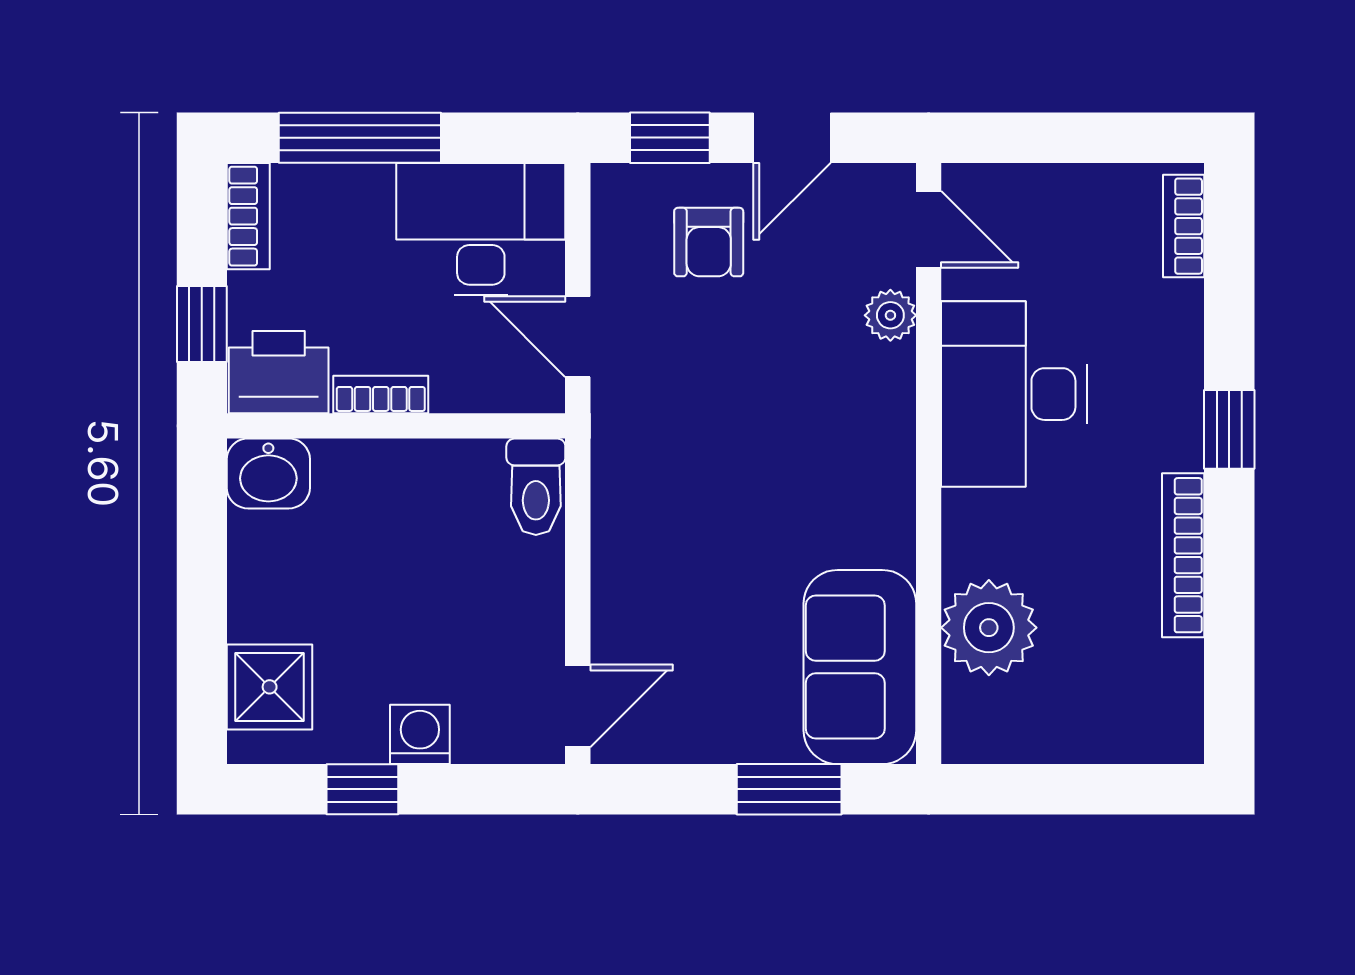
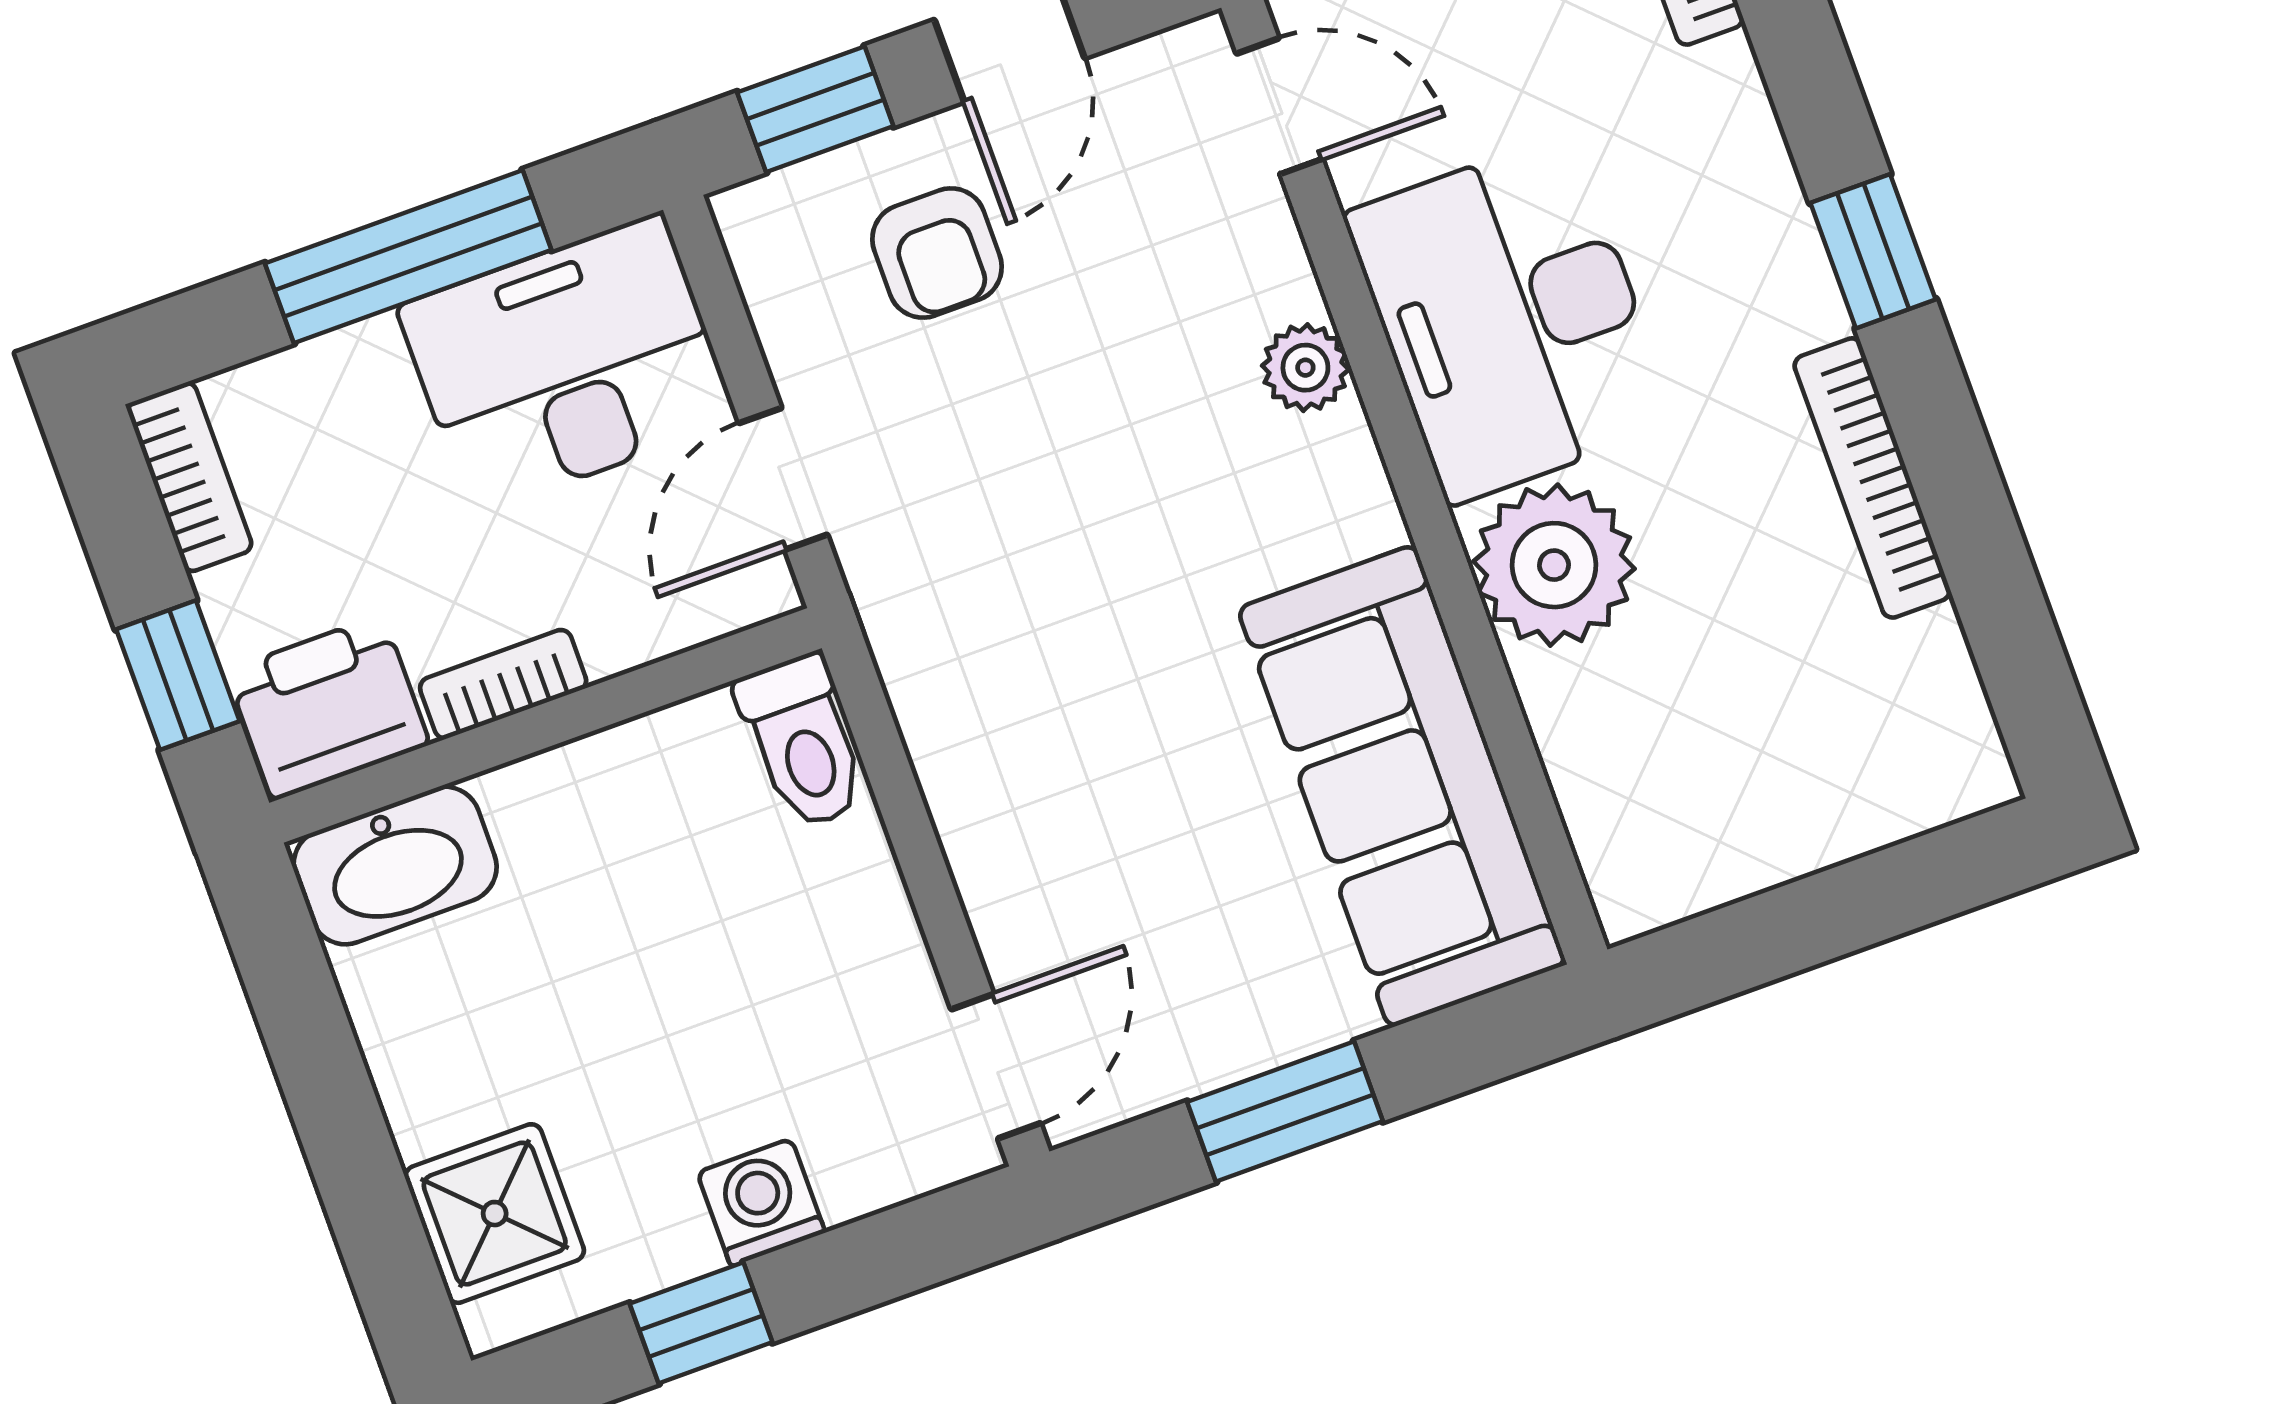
window: (360, 138) -> (408, 257), moved
plant: (890, 315) -> (1305, 368), moved
door: (578, 337) -> (783, 479), hinge flipped
washbasin: (268, 473) -> (395, 866), width x1.38
plant: (989, 628) -> (1554, 565), moved
sofa: (860, 667) -> (1402, 786), width x1.36
window: (789, 789) -> (1285, 1112), moved

